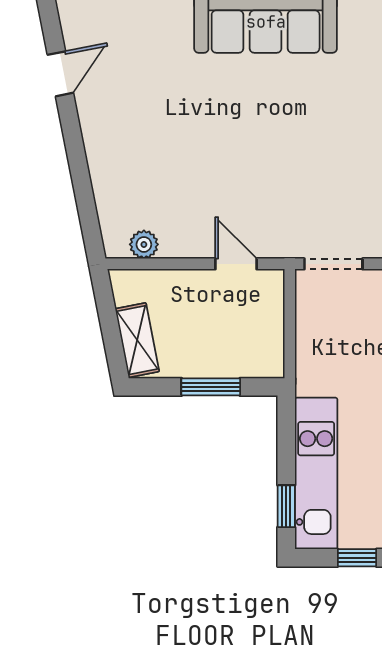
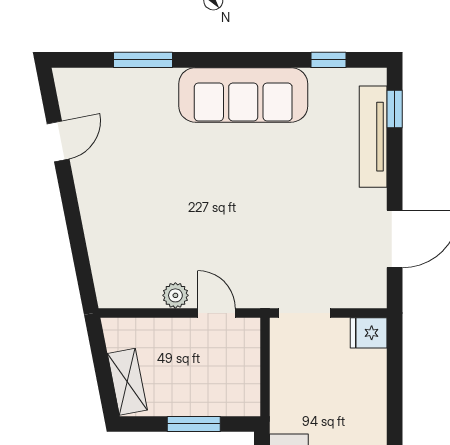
plant: (144, 244) -> (175, 295), moved

